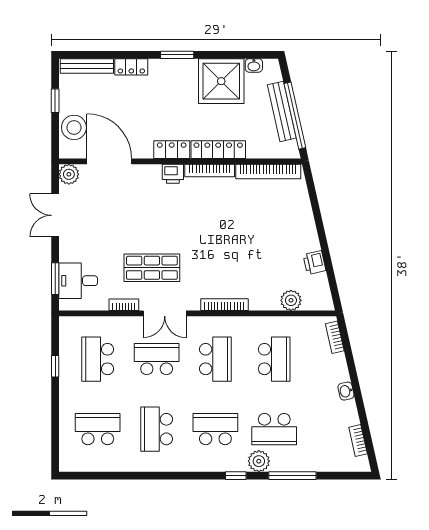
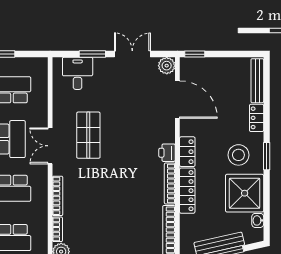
window: (55, 101) -> (195, 54), moved
stool: (74, 127) -> (238, 155), moved
door: (109, 161) -> (177, 100), hinge flipped
window: (55, 279) -> (92, 54), moved
bookcase: (124, 305) -> (57, 229), moved

